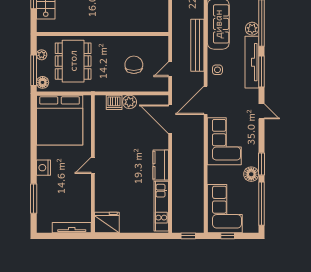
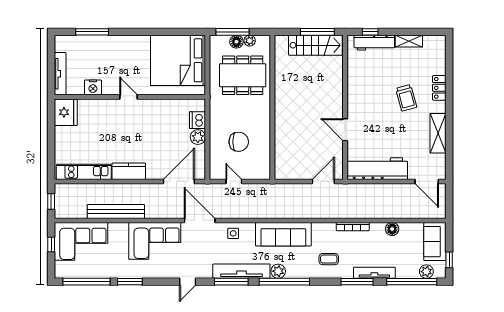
bench: (197, 45) -> (116, 211), moved
floor lamp: (43, 82) -> (236, 42), moved
nightstand: (43, 168) -> (93, 87), moved, turned 180
floor lamp: (251, 174) -> (119, 270), removed

